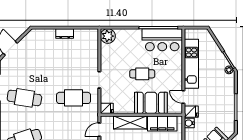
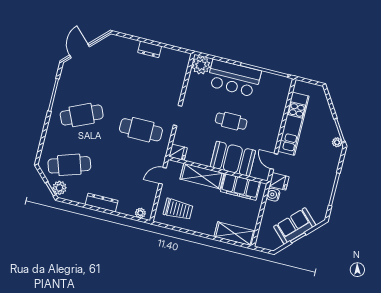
bar counter: (162, 40) -> (234, 78), moved
cafe table: (24, 98) -> (82, 115), turned -33

